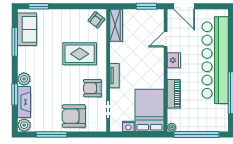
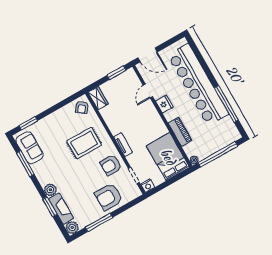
wardrobe: (116, 25) -> (98, 98), width x0.67
nightstand: (128, 126) -> (148, 186), moved

